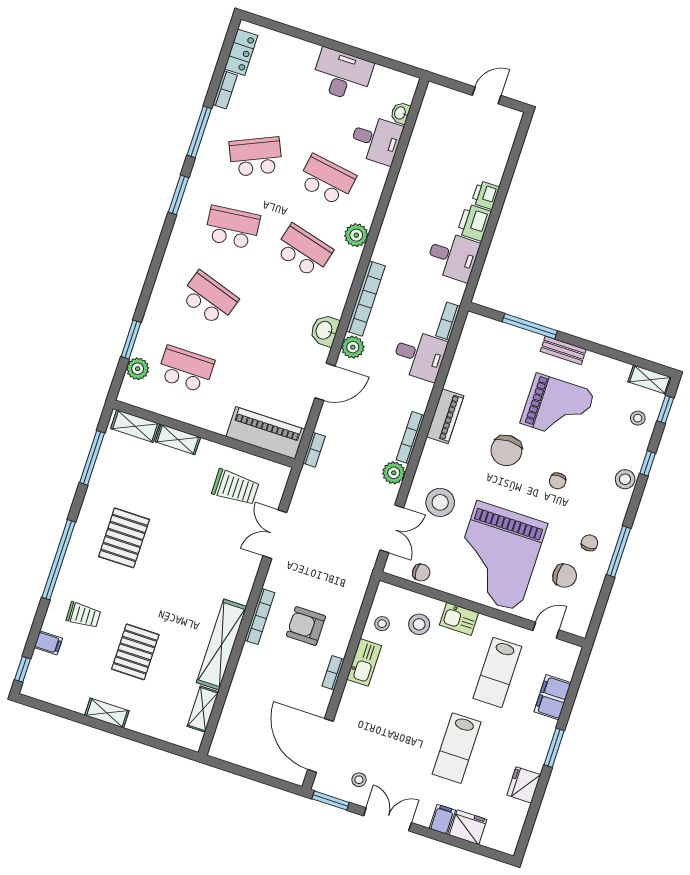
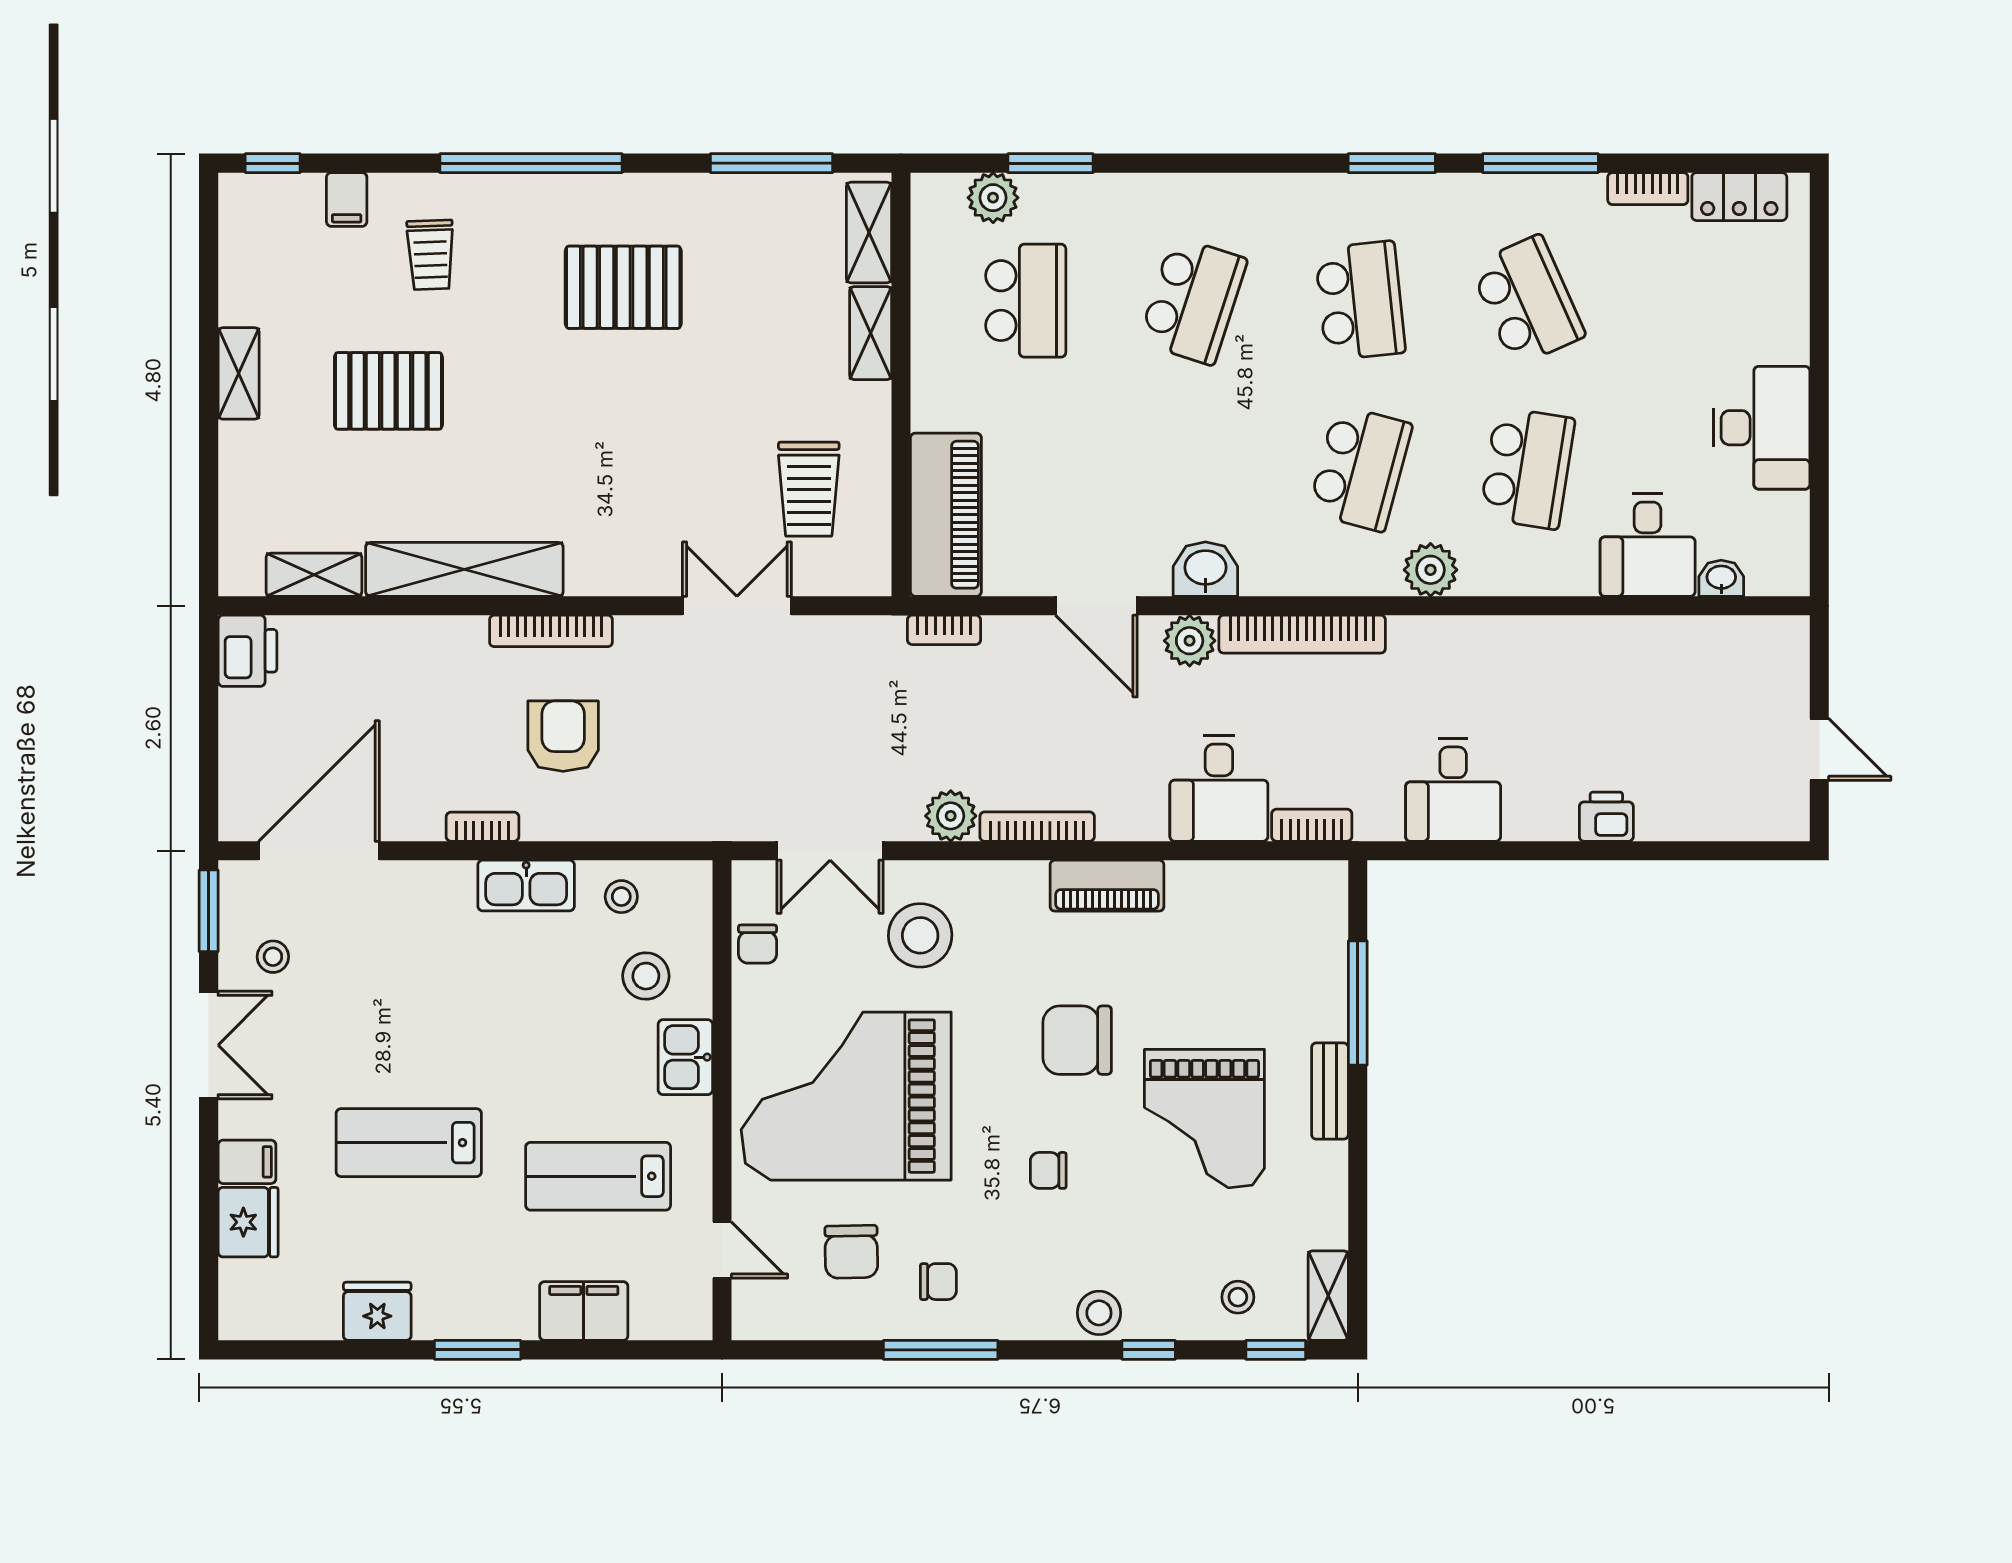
printer: (474, 222) -> (247, 651), moved, turned 90

